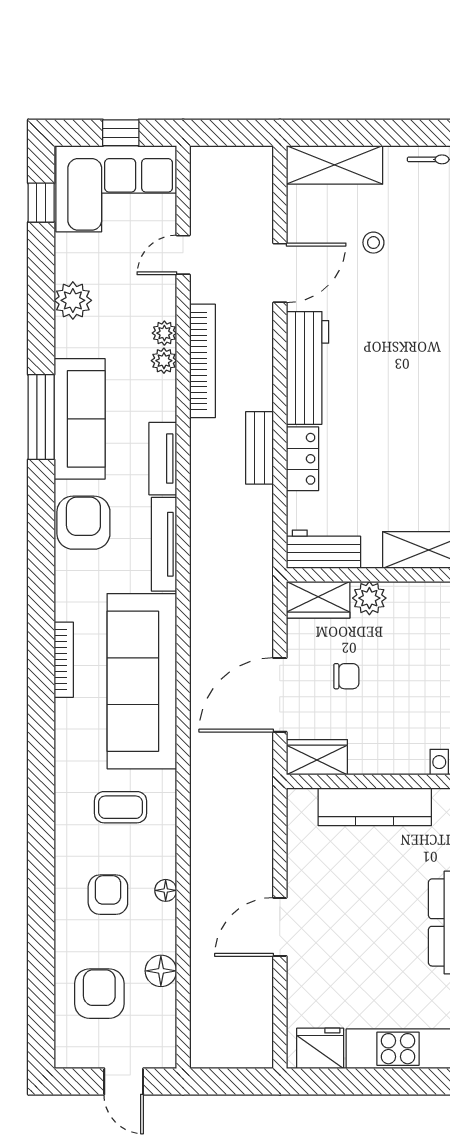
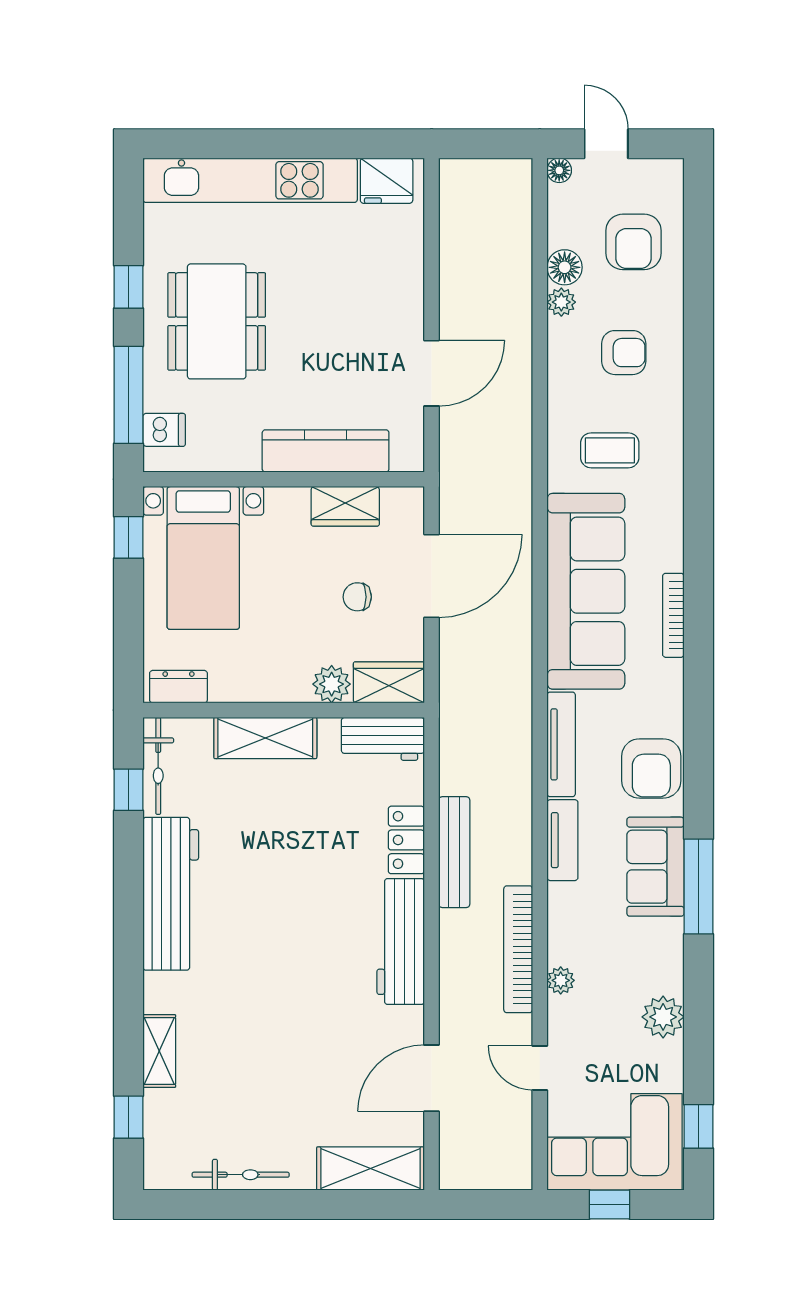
stool: (373, 243) -> (327, 1082), removed
door: (183, 255) -> (540, 1068), swing flipped
door: (280, 273) -> (432, 1078), moved
plant: (164, 361) -> (561, 302), moved
sofa: (80, 419) -> (655, 867), width x0.73
bench: (260, 448) -> (454, 852), width x1.36
wardrobe: (317, 757) -> (345, 506), moved
floor lamp: (166, 890) -> (559, 170), moved
armchair: (108, 895) -> (624, 353), turned -90
door: (280, 927) -> (432, 373), moved

